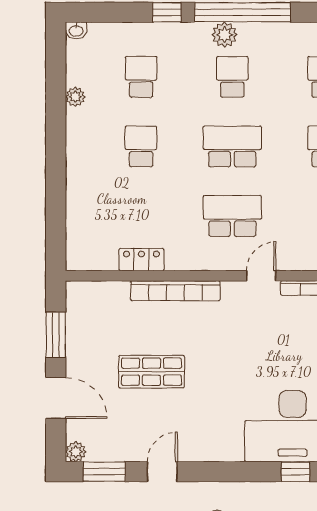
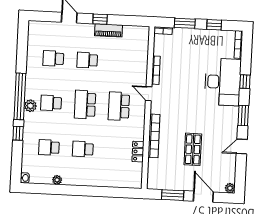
door: (56, 398) -> (203, 197), hinge flipped
window: (104, 472) -> (243, 116), moved
door: (162, 472) -> (242, 146), hinge flipped

